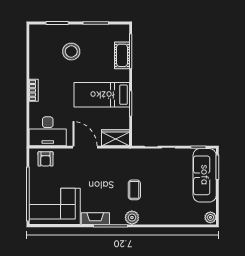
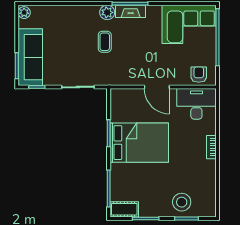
stool: (71, 52) -> (182, 202), moved
cot: (122, 55) -> (124, 209), moved, turned 90
bed: (102, 95) -> (139, 143), width x1.50
wardrobe: (115, 138) -> (125, 97), removed
fireplace: (95, 219) -> (131, 11), moved

